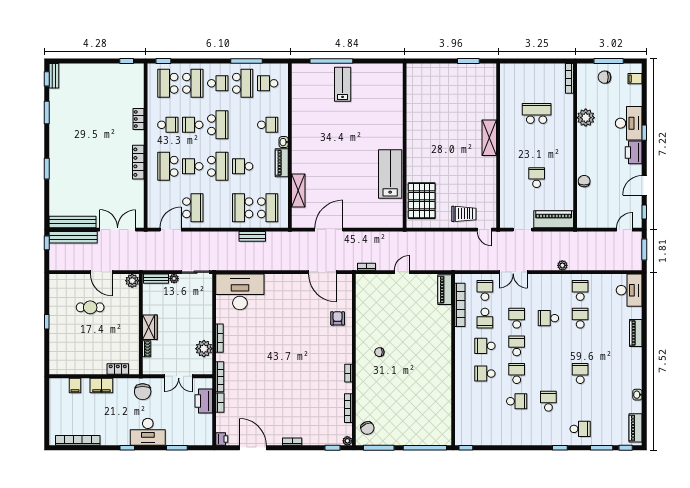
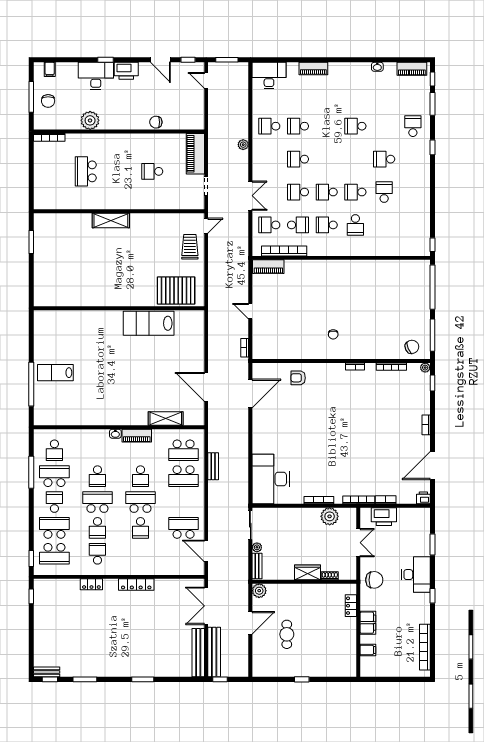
school desk: (268, 125) -> (97, 476), moved, turned 180
school desk: (168, 166) -> (140, 554), removed
school desk: (268, 208) -> (184, 450), turned 180
school desk: (548, 318) -> (298, 159), turned 90
school desk: (485, 346) -> (327, 225), turned 90

